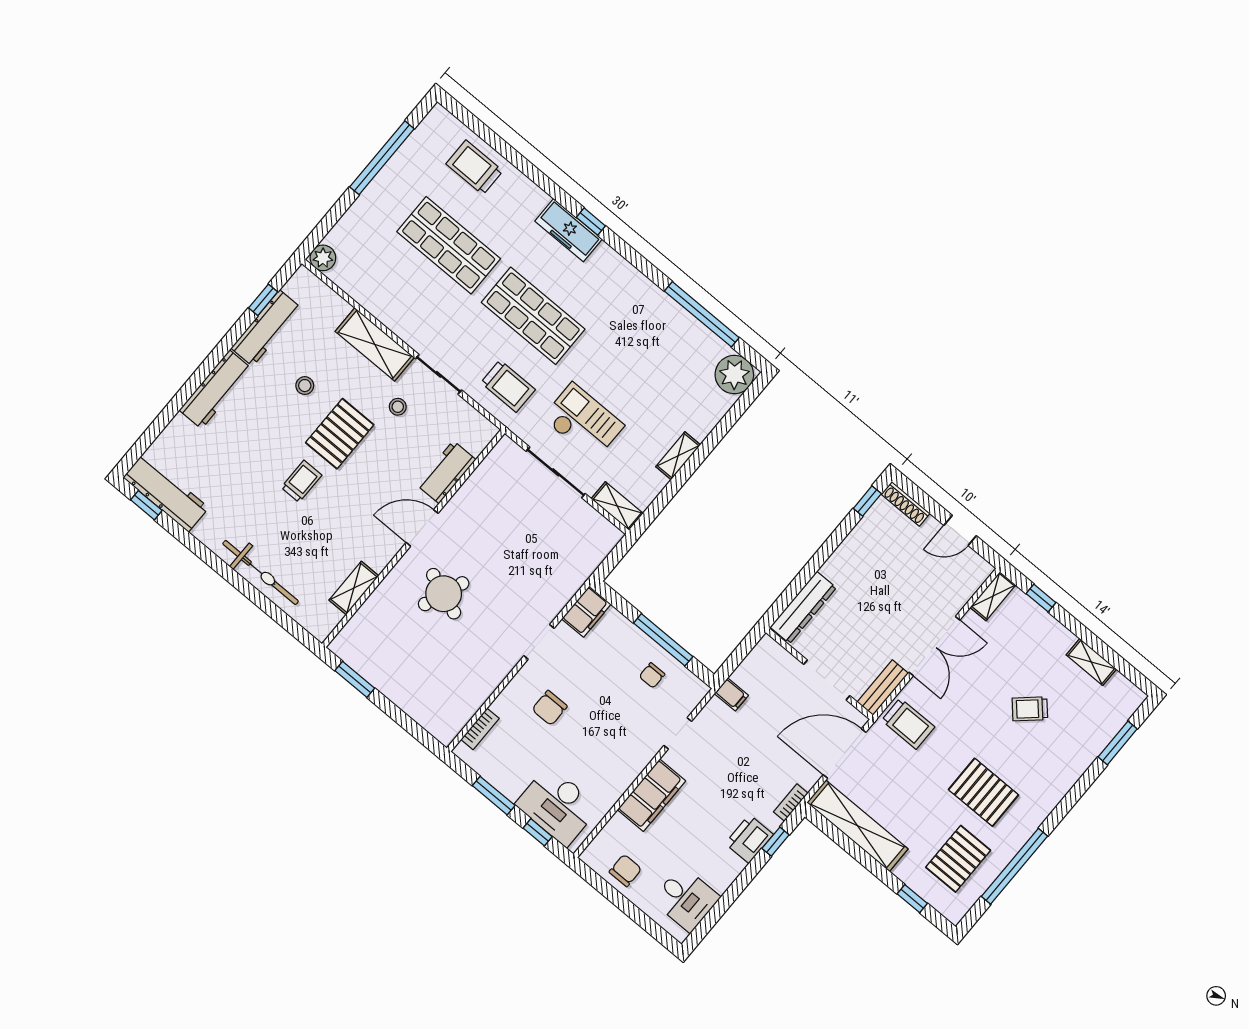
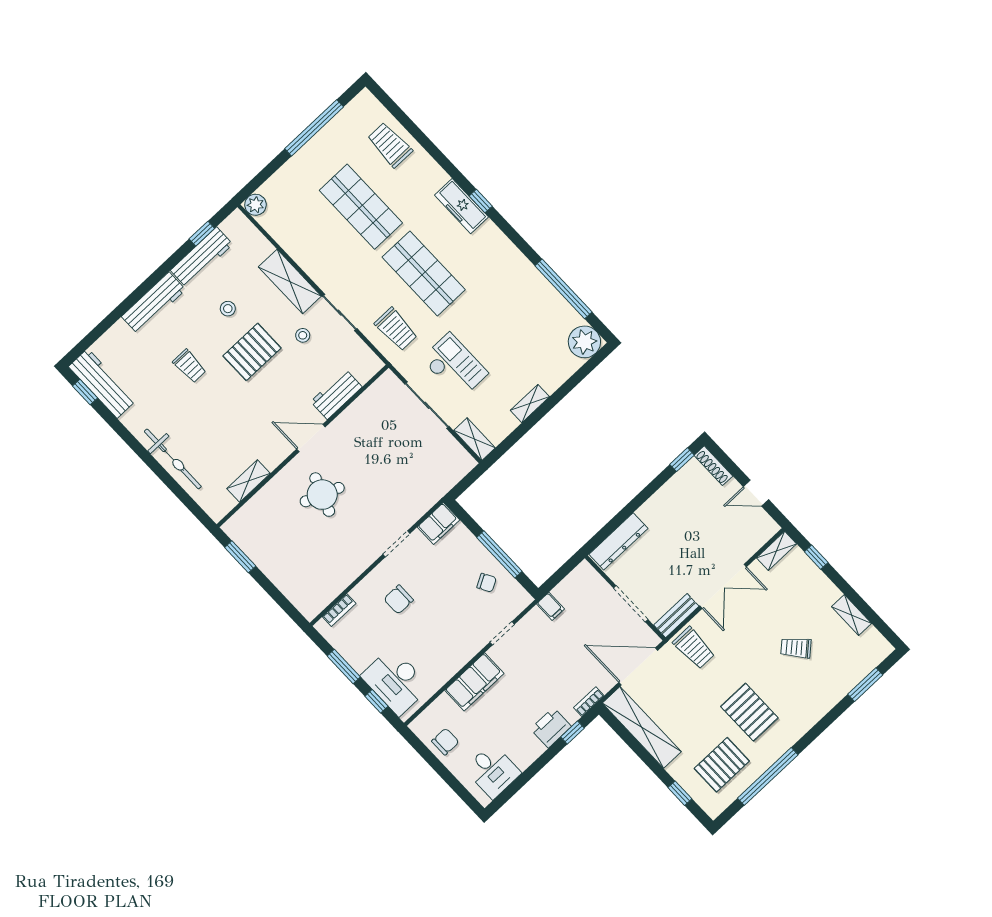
trolley: (301, 481) -> (189, 366), moved, turned 90
chair: (652, 675) -> (487, 583), turned -119

